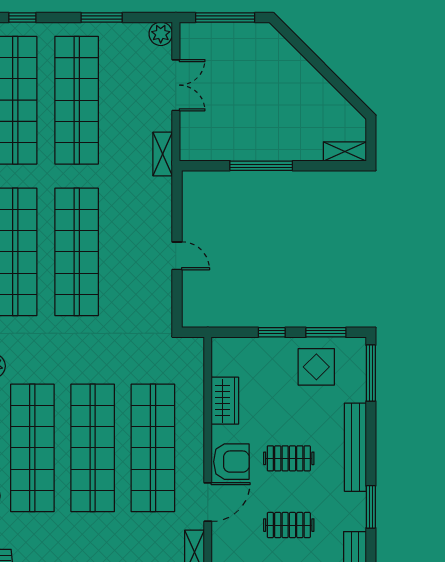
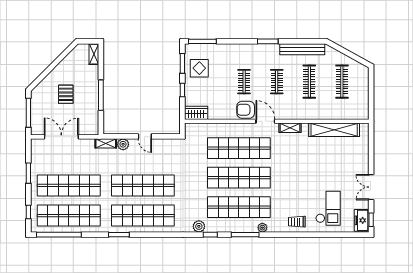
plant: (161, 34) -> (123, 144), moved
double door: (176, 85) -> (61, 137), width x1.37
pallet: (263, 94) -> (66, 94), added
shelving: (163, 154) -> (106, 143), moved
door: (177, 256) -> (145, 136), swing flipped
wardrobe: (225, 401) -> (196, 113), moved
bench: (355, 447) -> (239, 49), removed
armchair: (231, 462) -> (246, 110), turned -90

